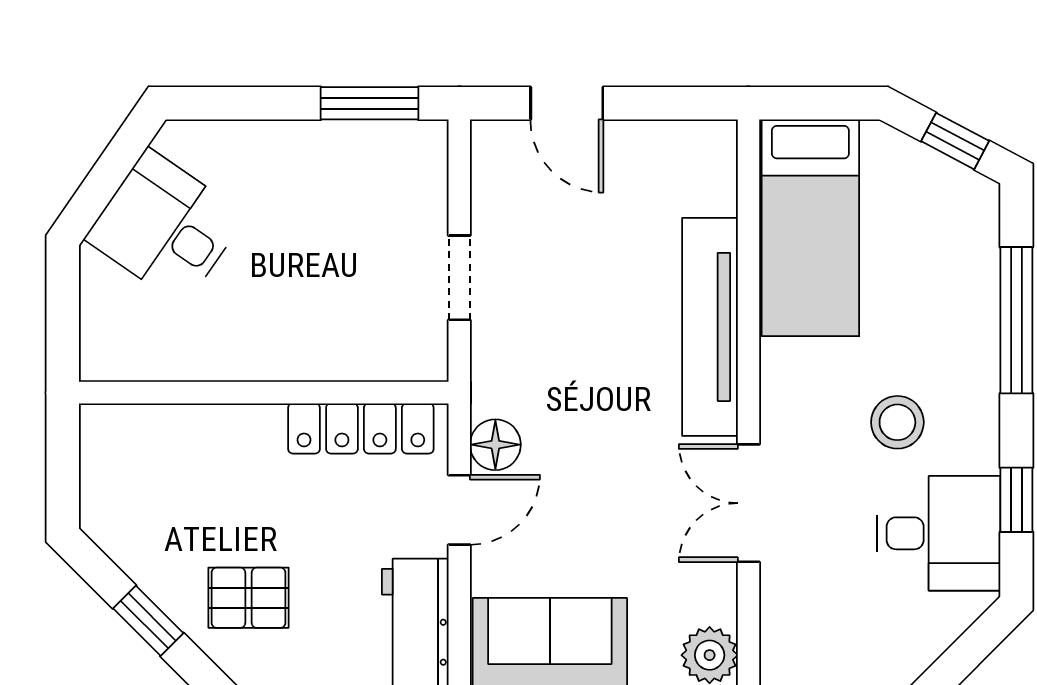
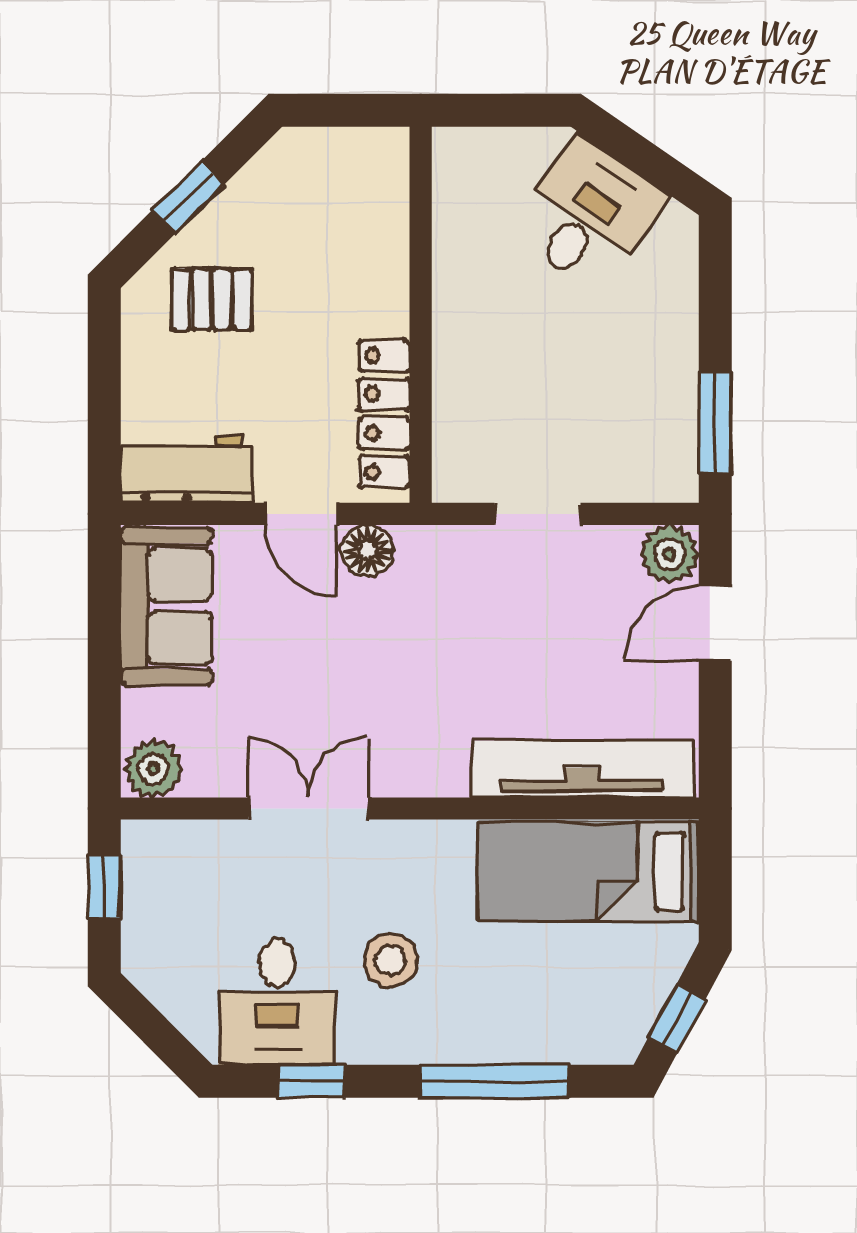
plant: (499, 148) -> (670, 554), added
tv unit: (710, 327) -> (582, 769), moved
pallet: (248, 598) -> (212, 299), turned 90

